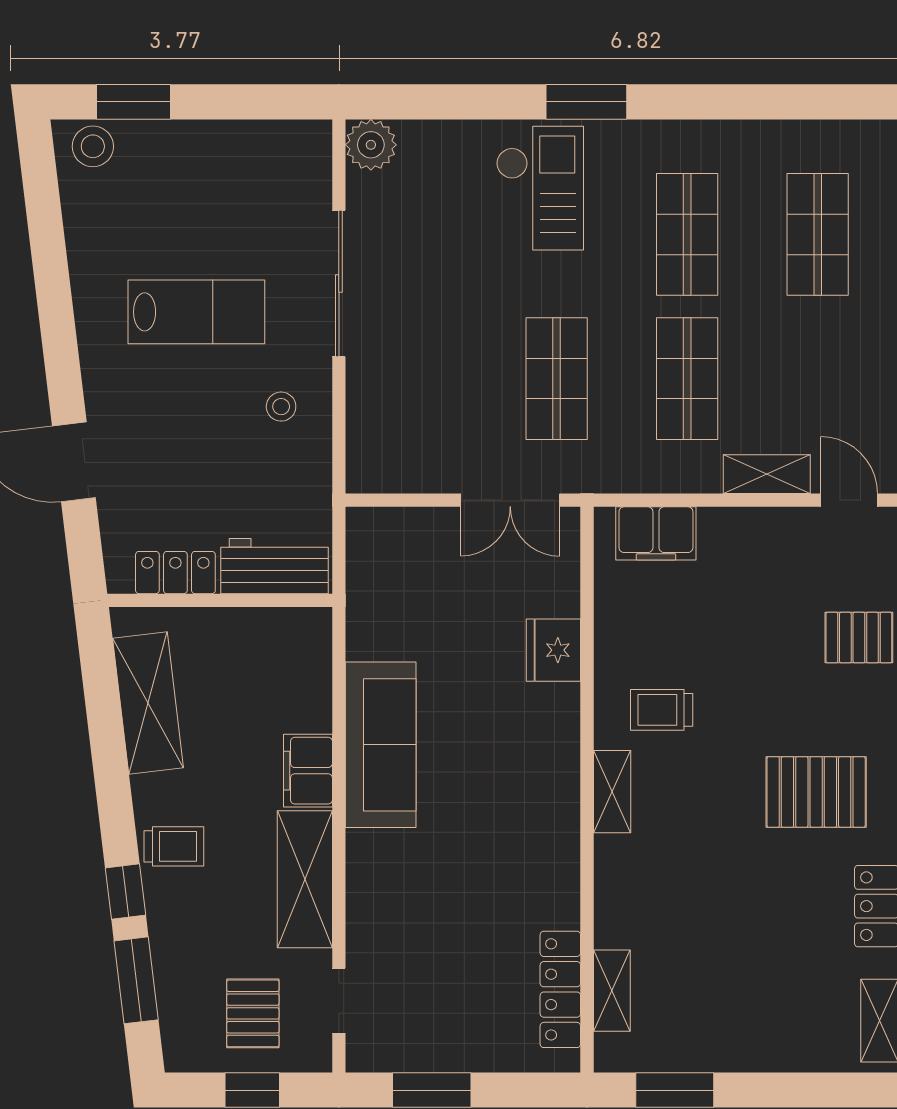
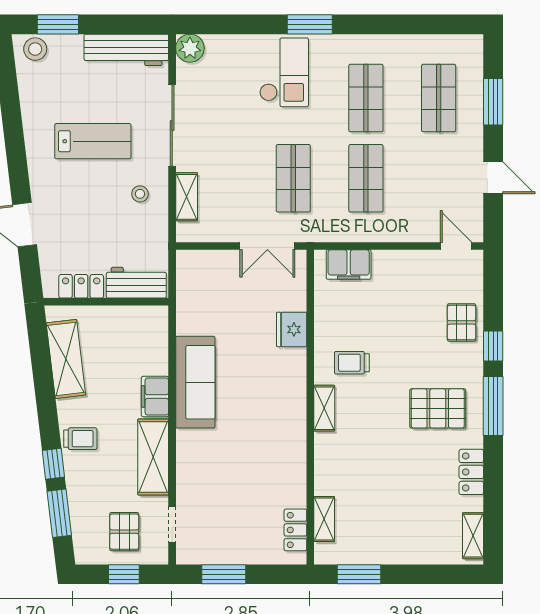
workbench: (257, 148) -> (126, 50), added
shelving: (767, 474) -> (187, 197), moved, turned 90
pallet: (859, 638) -> (462, 322), turned 90
locker: (560, 989) -> (295, 530), width x0.66

